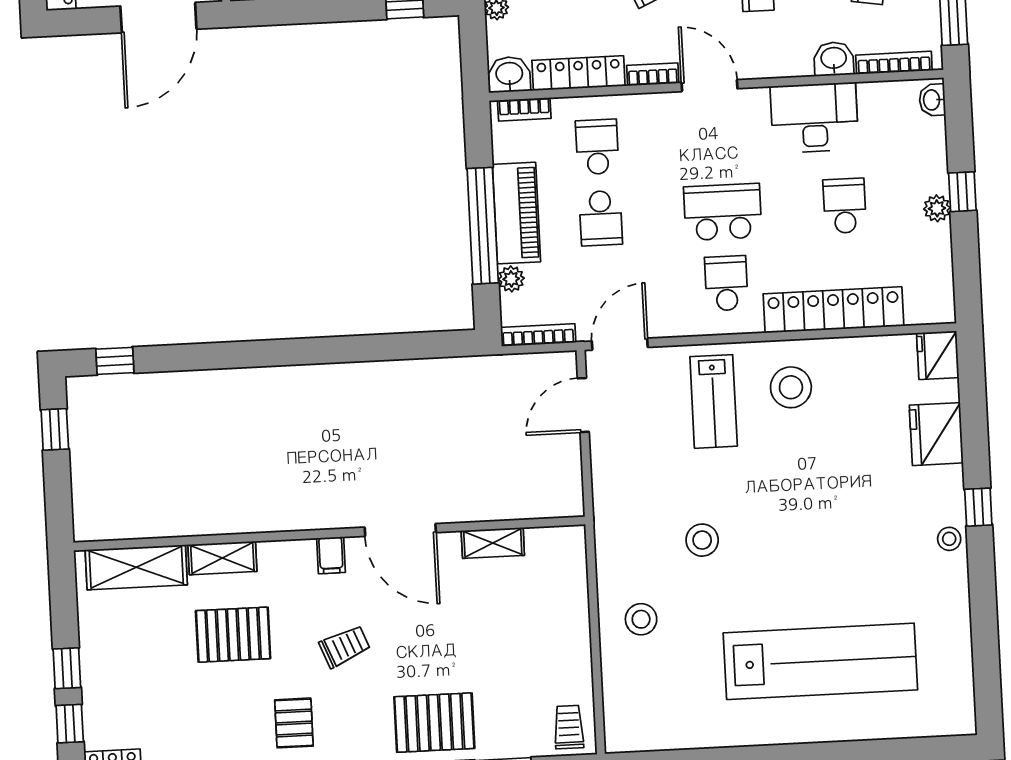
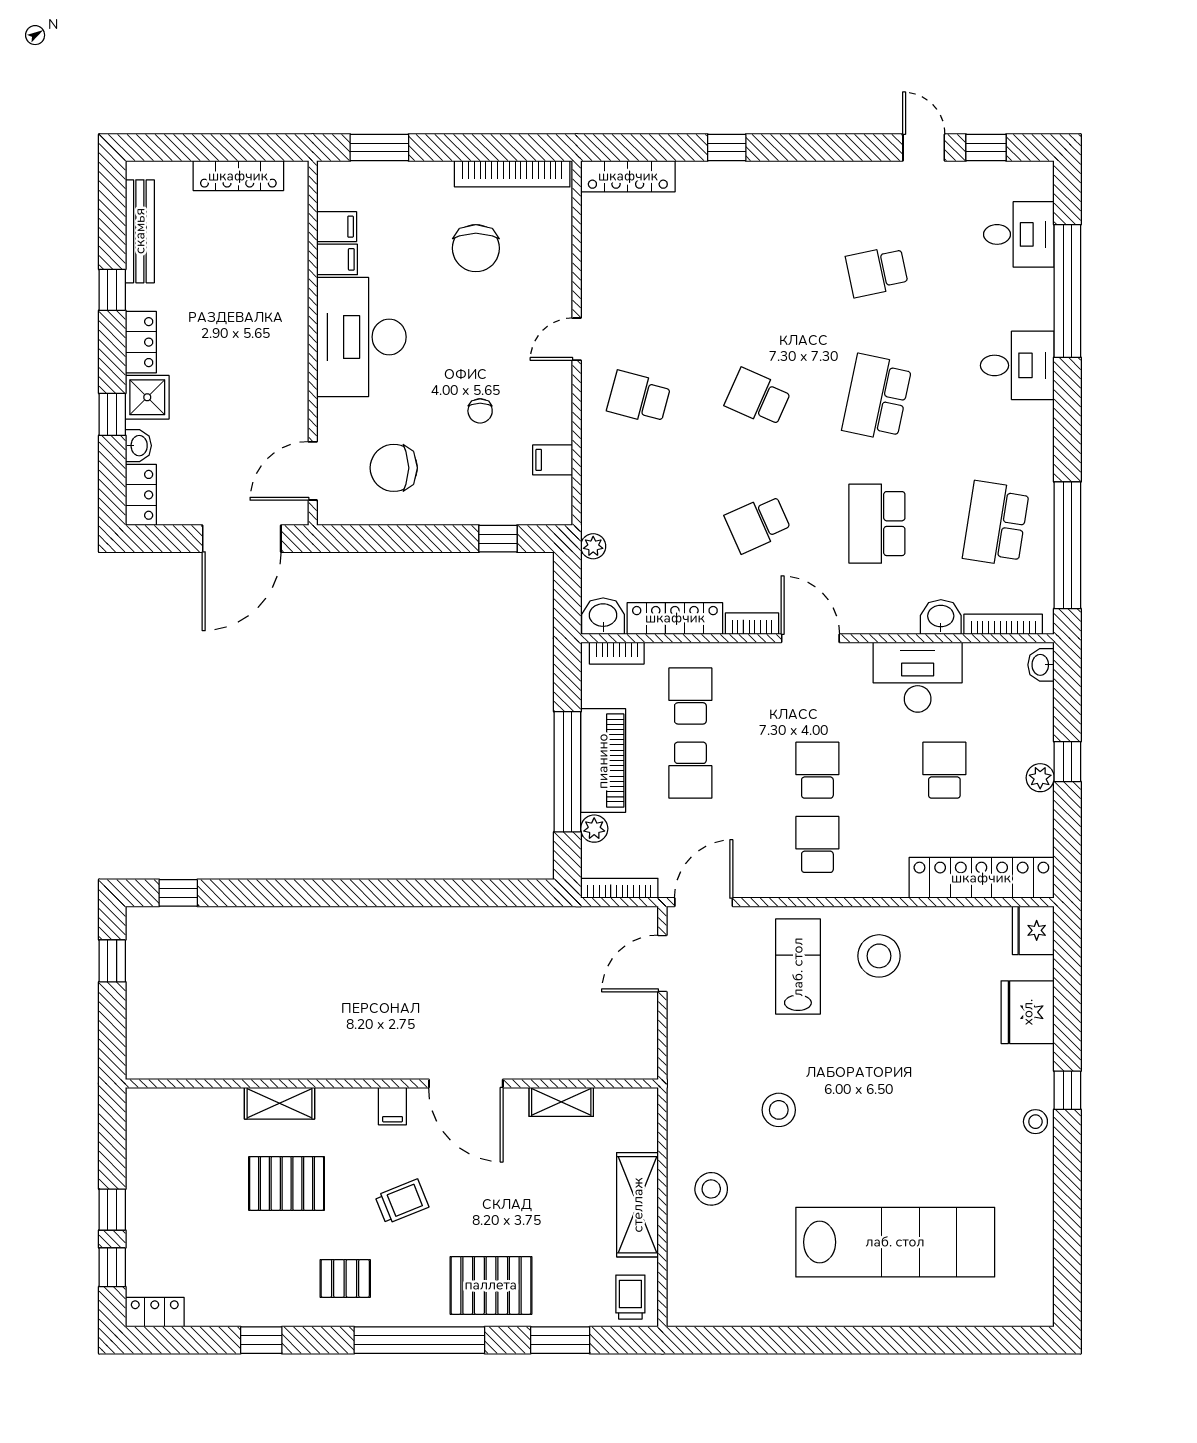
school desk: (723, 212) -> (817, 770), width x0.54
locker: (833, 310) -> (981, 878), moved
lab bench: (714, 401) -> (798, 967), turned 180
shelving: (136, 567) -> (638, 1205), moved, turned 90
pallet: (294, 723) -> (345, 1278), turned 90

